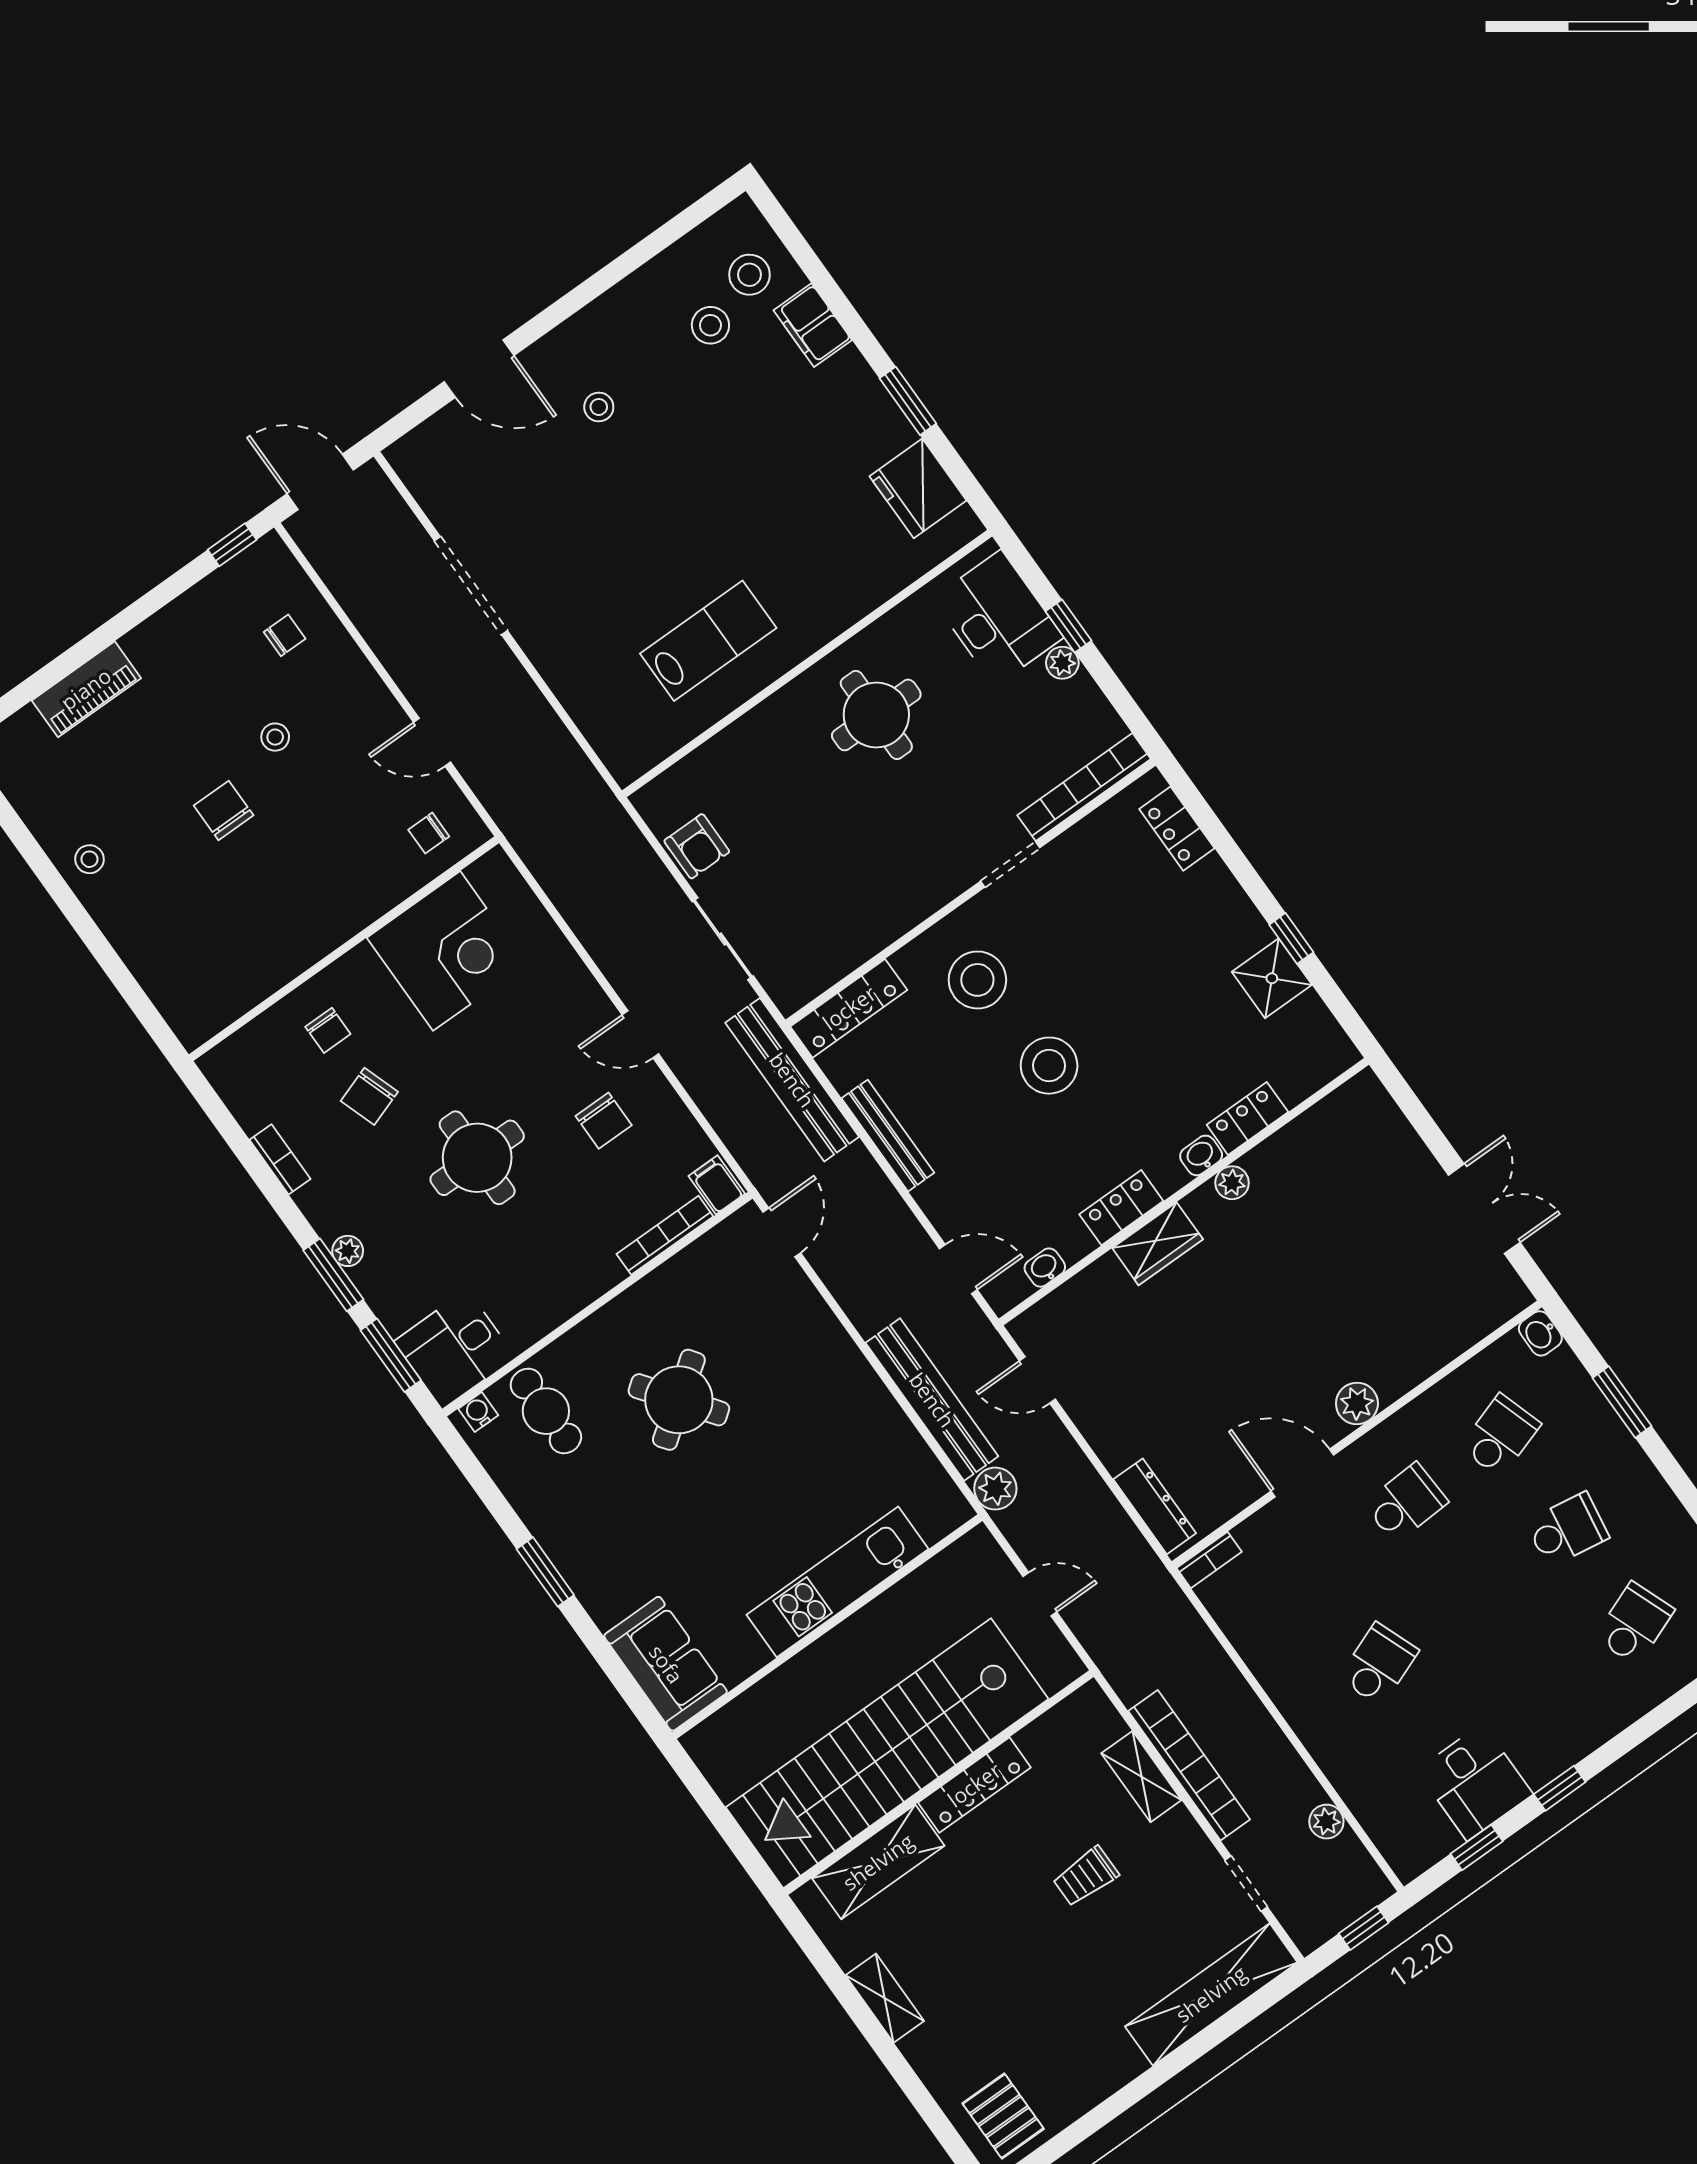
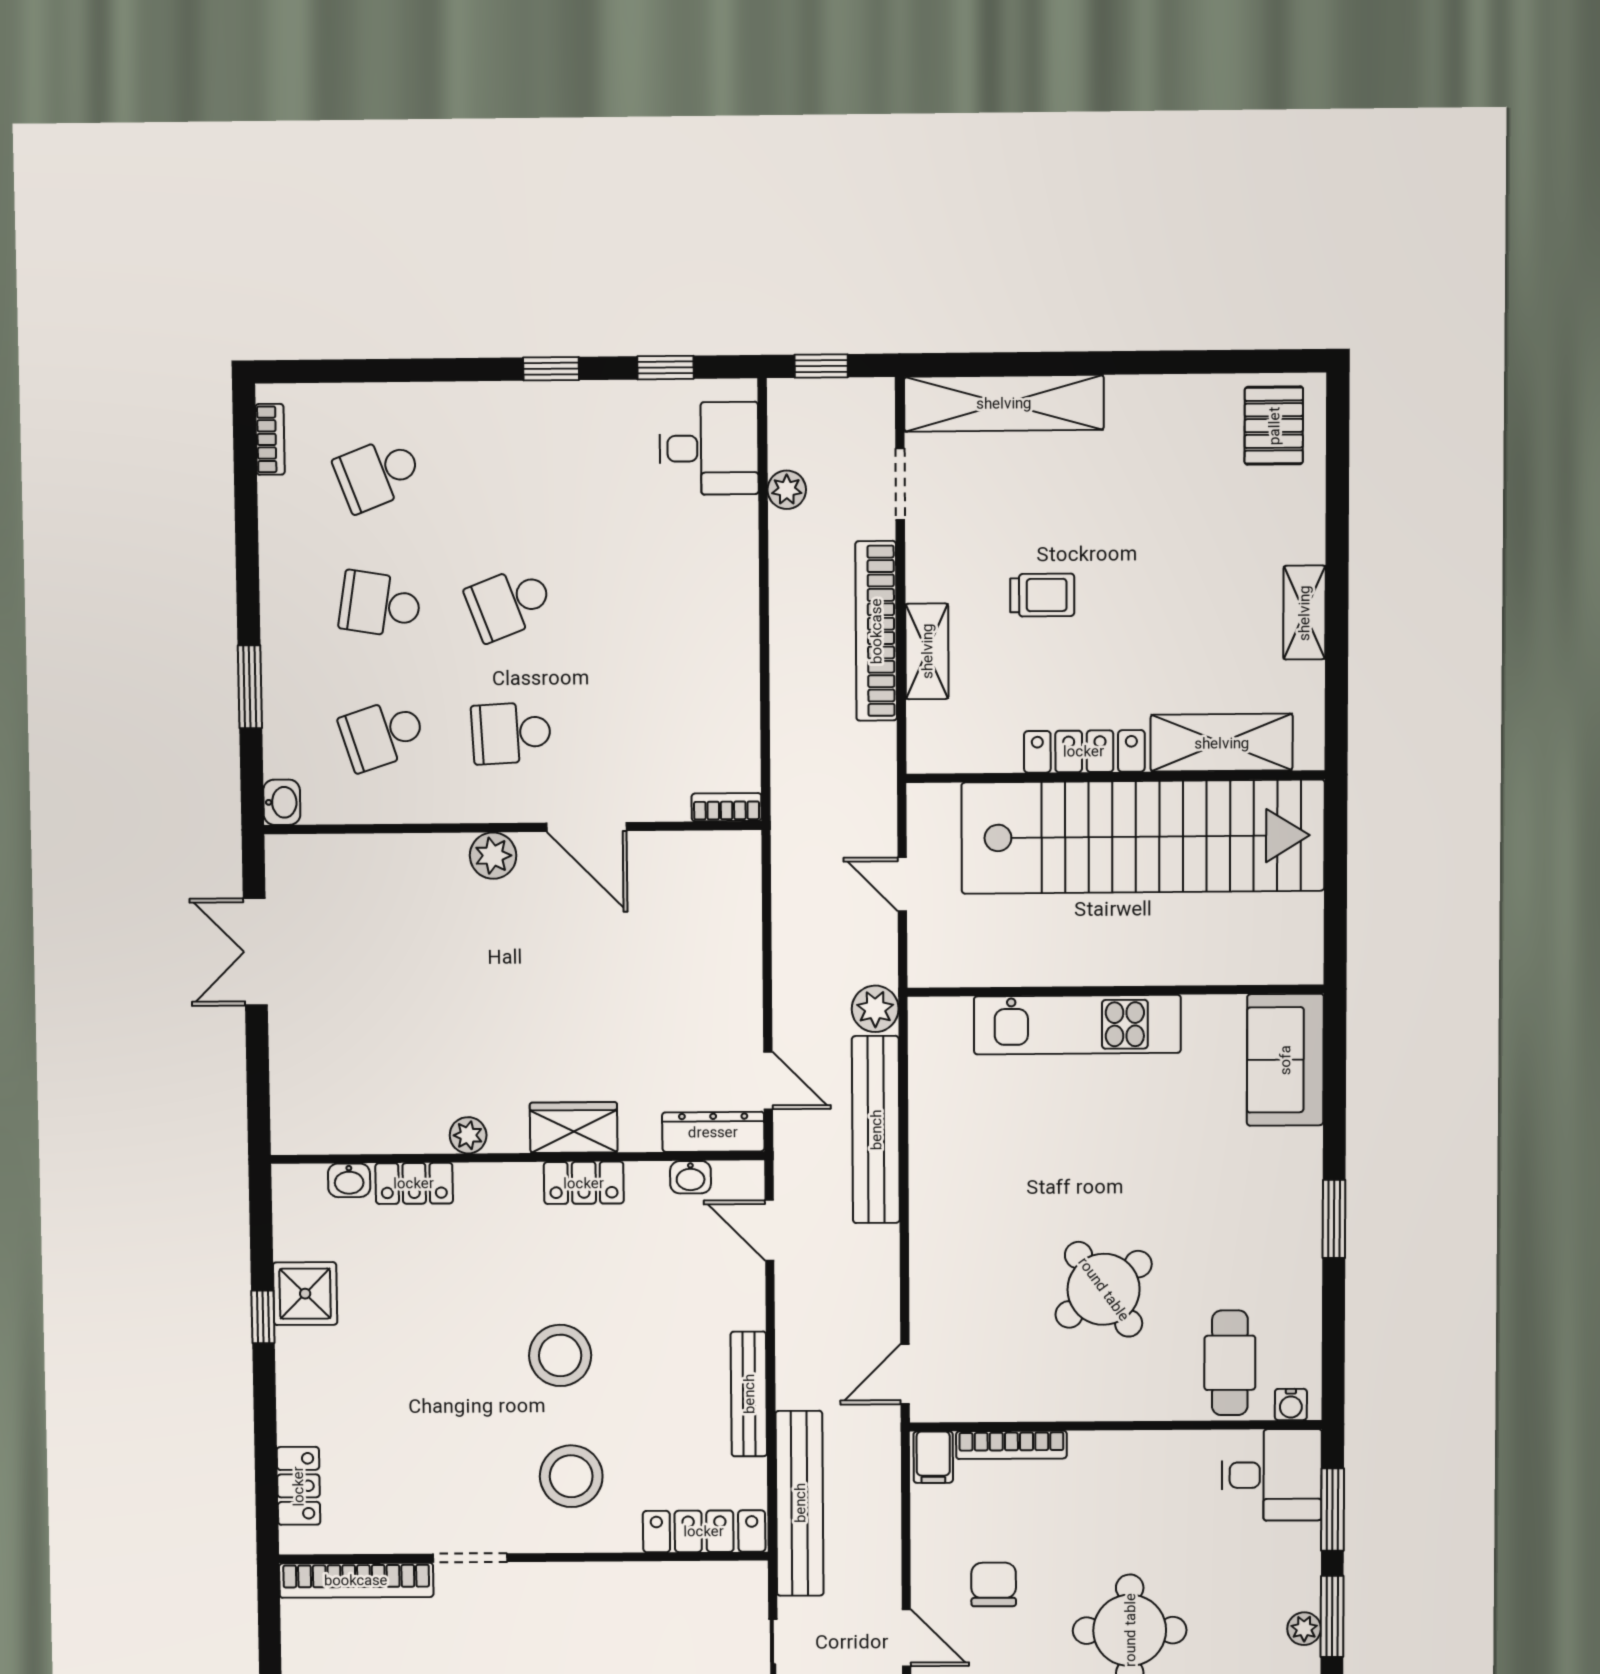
washbasin: (1201, 1155) -> (349, 1180), moved
dresser: (1155, 1506) -> (713, 1132), moved, turned 90
school desk: (1379, 1664) -> (509, 603), moved
desk: (1475, 1782) -> (709, 448), moved, turned 90

